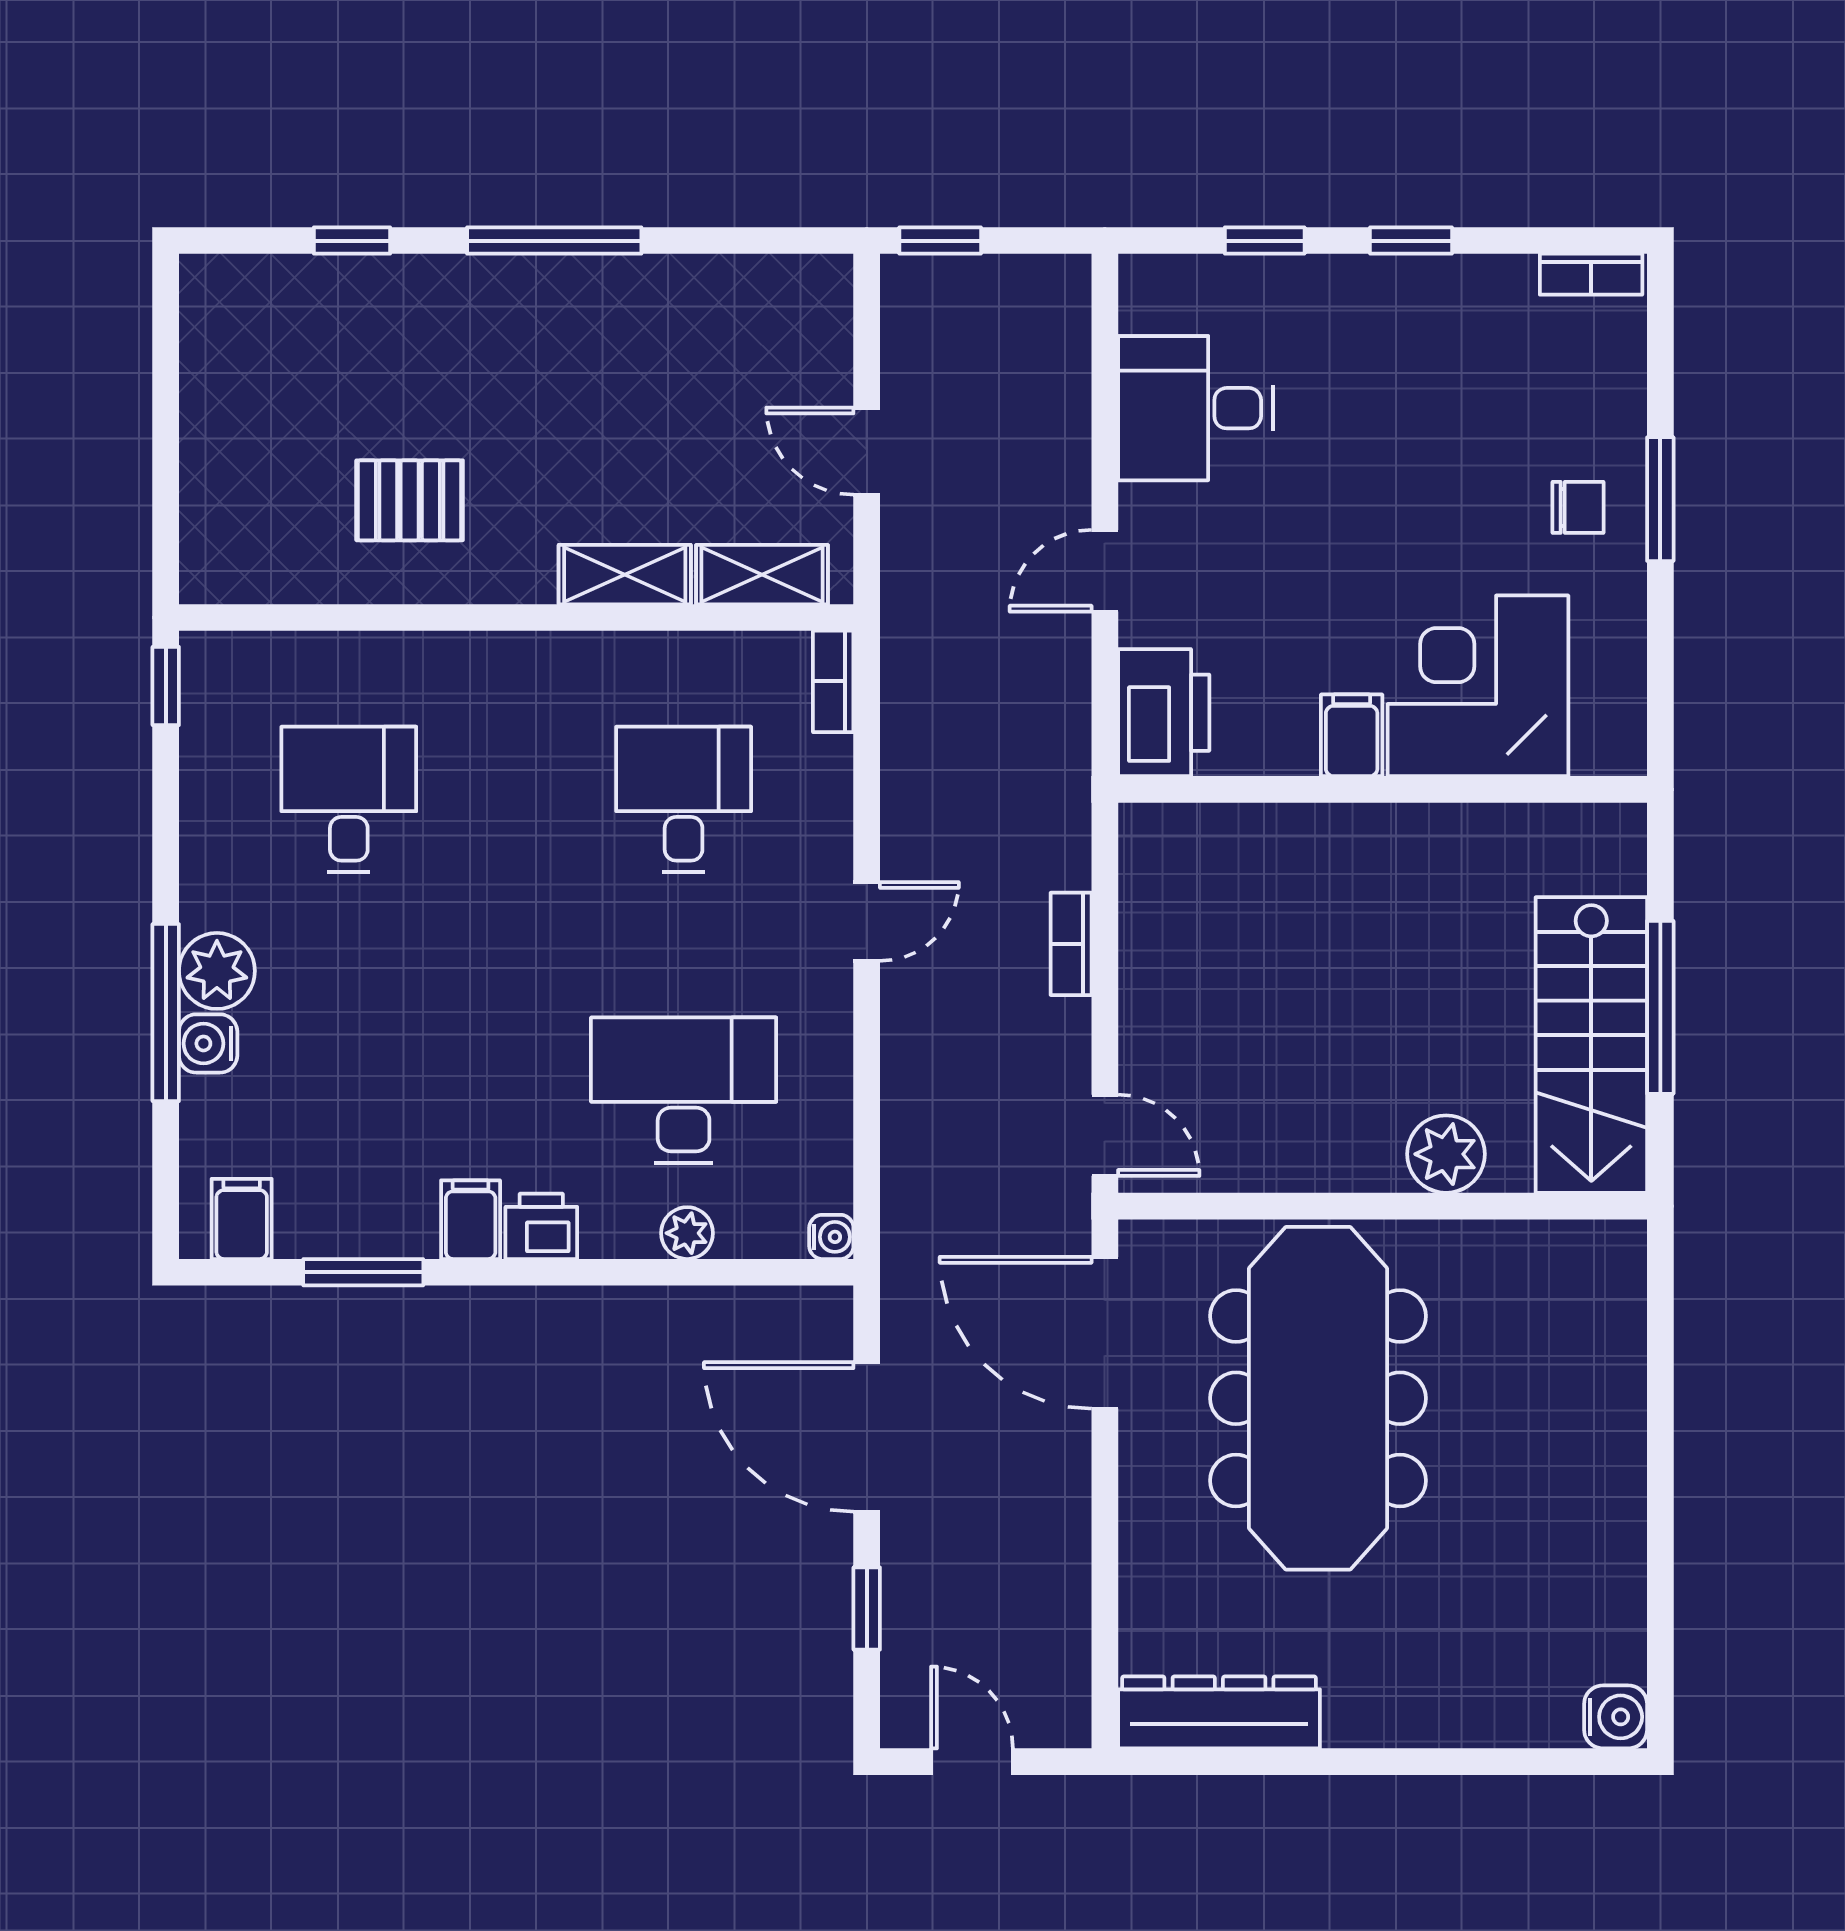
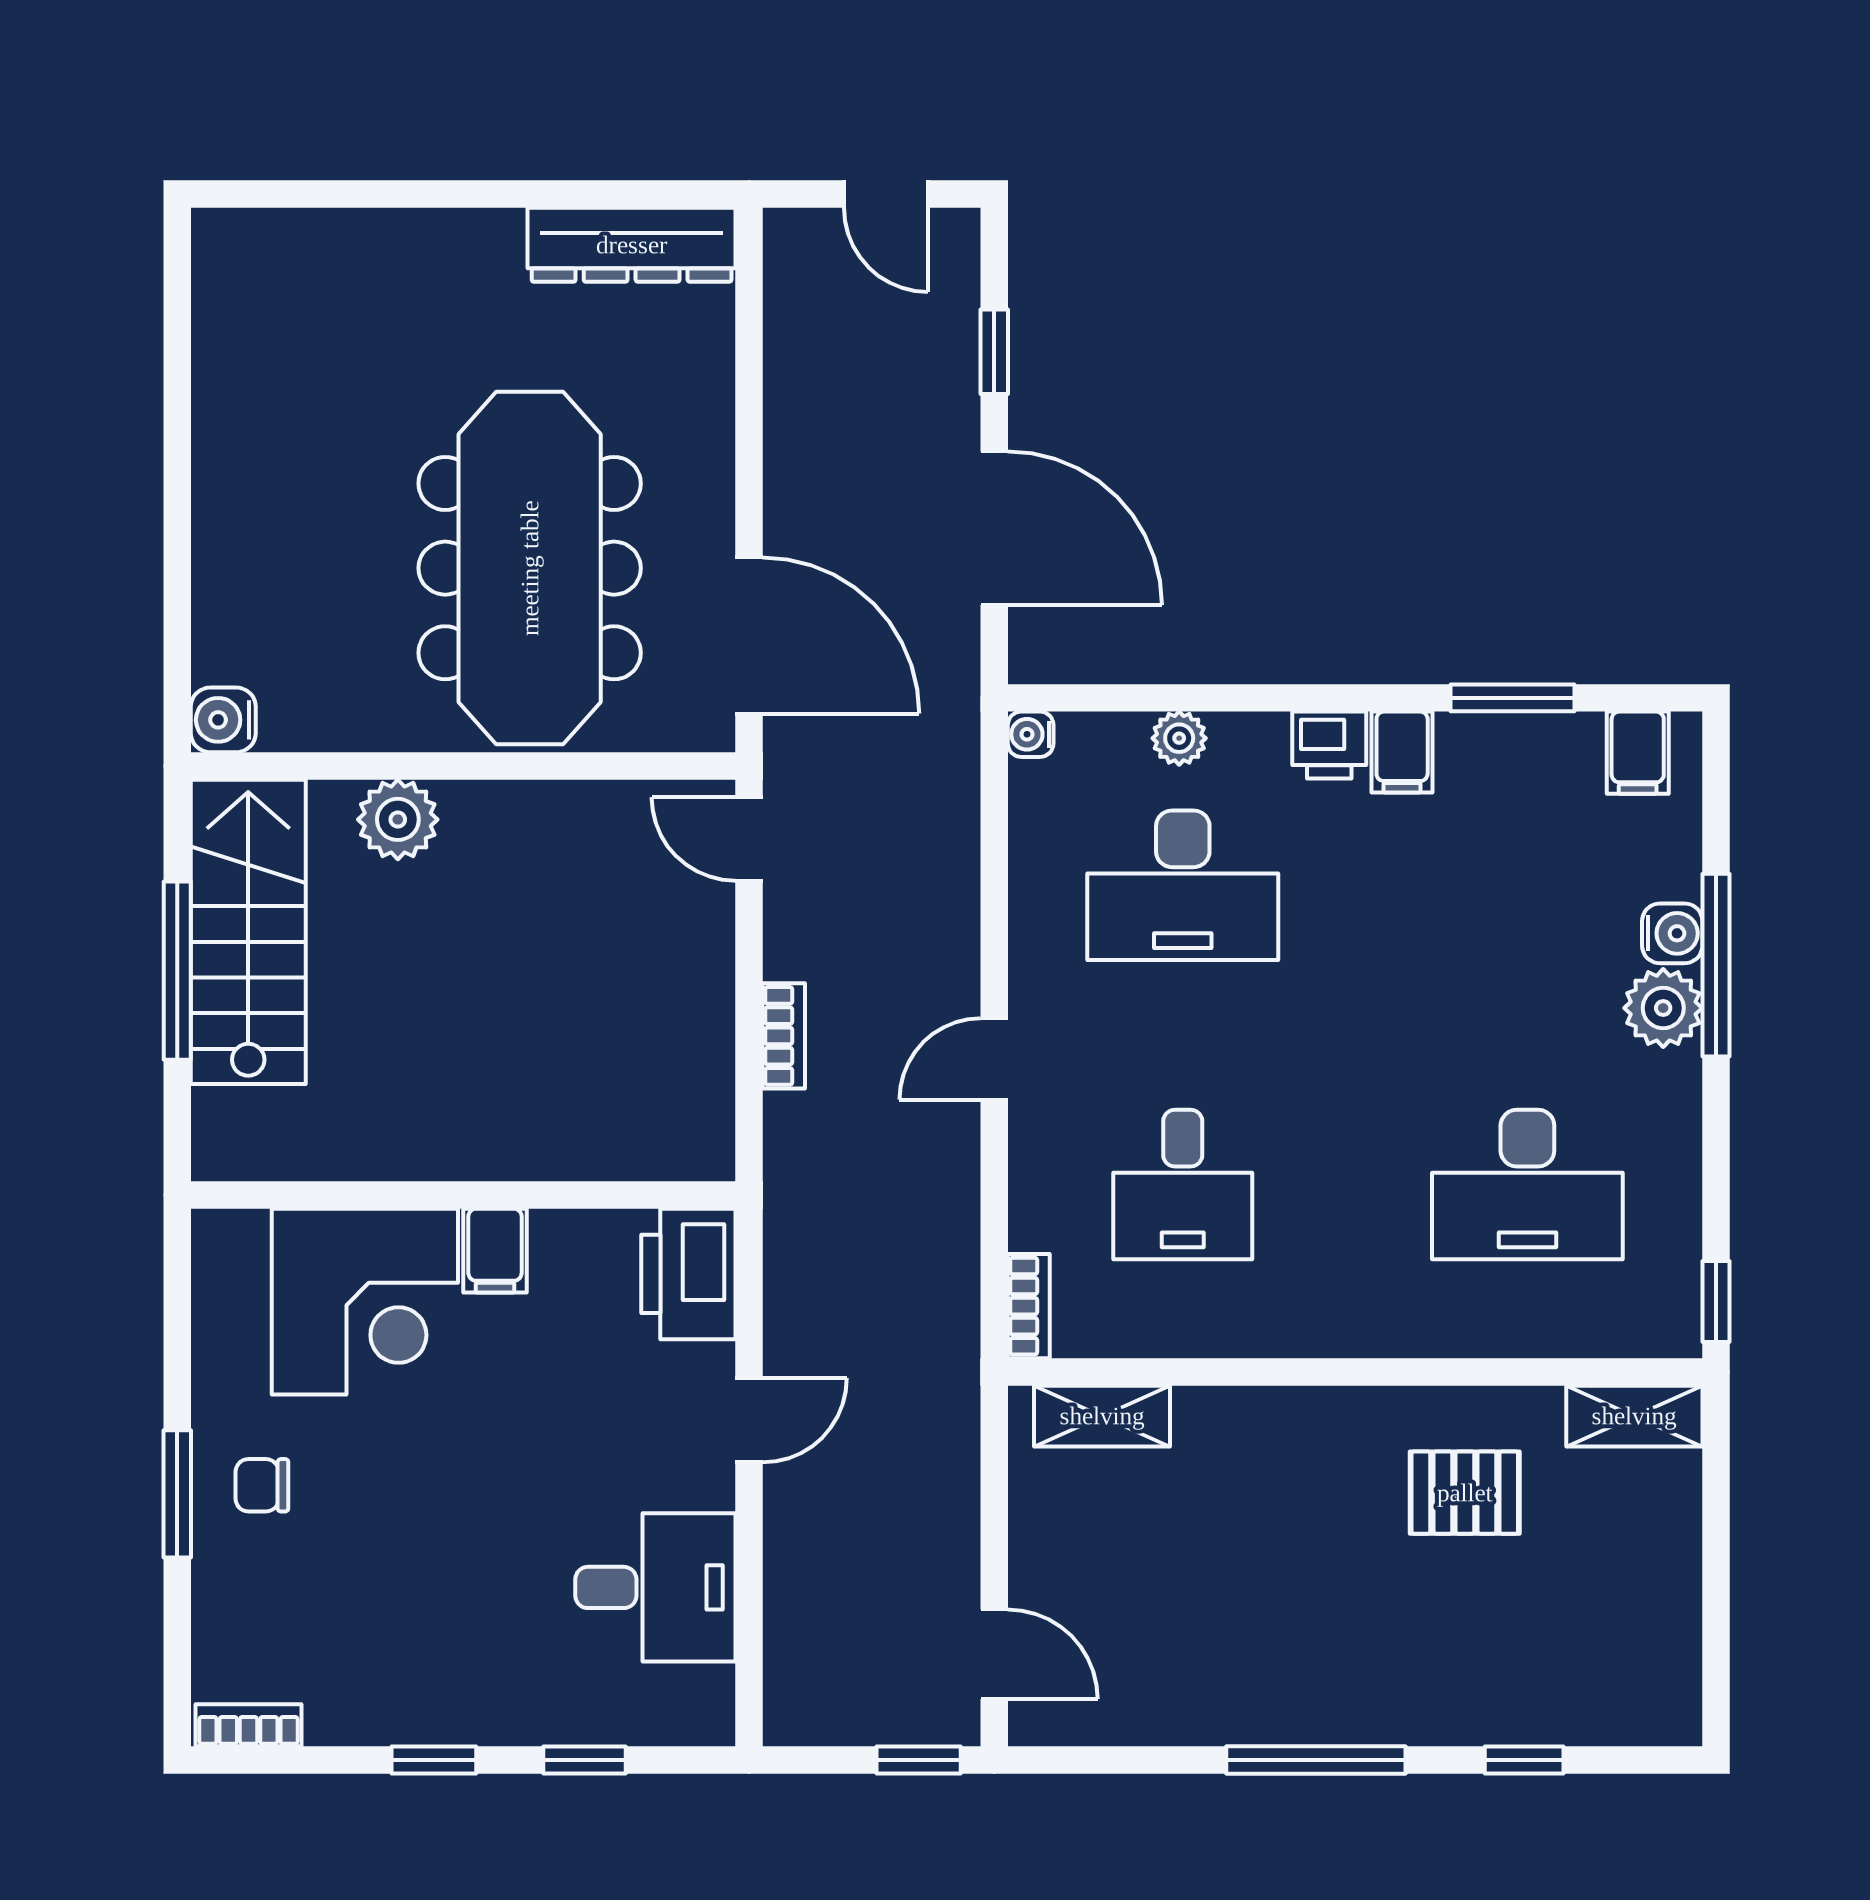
door: (867, 451) -> (994, 1654), moved
shelving: (625, 575) -> (1634, 1416), moved
desk: (349, 799) -> (1527, 1185), width x1.37
water cooler: (1616, 1717) -> (223, 720), moved

